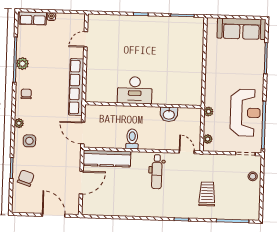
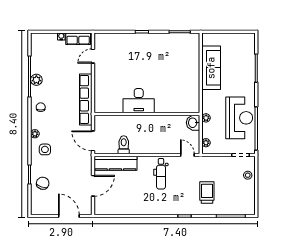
row of seats: (33, 18) -> (78, 39), moved
sofa: (241, 29) -> (211, 68), moved, turned -90
washbasin: (169, 114) -> (193, 123), moved, turned 90
toilet: (132, 139) -> (124, 145), moved

